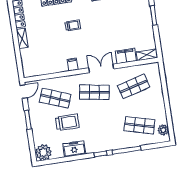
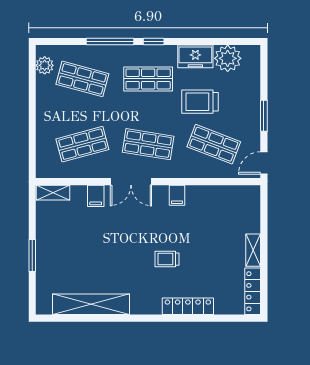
filing cabinet: (126, 56) -> (96, 196), width x0.50
shop shelf: (100, 131) -> (148, 79), added
plant: (43, 152) -> (228, 58), moved

